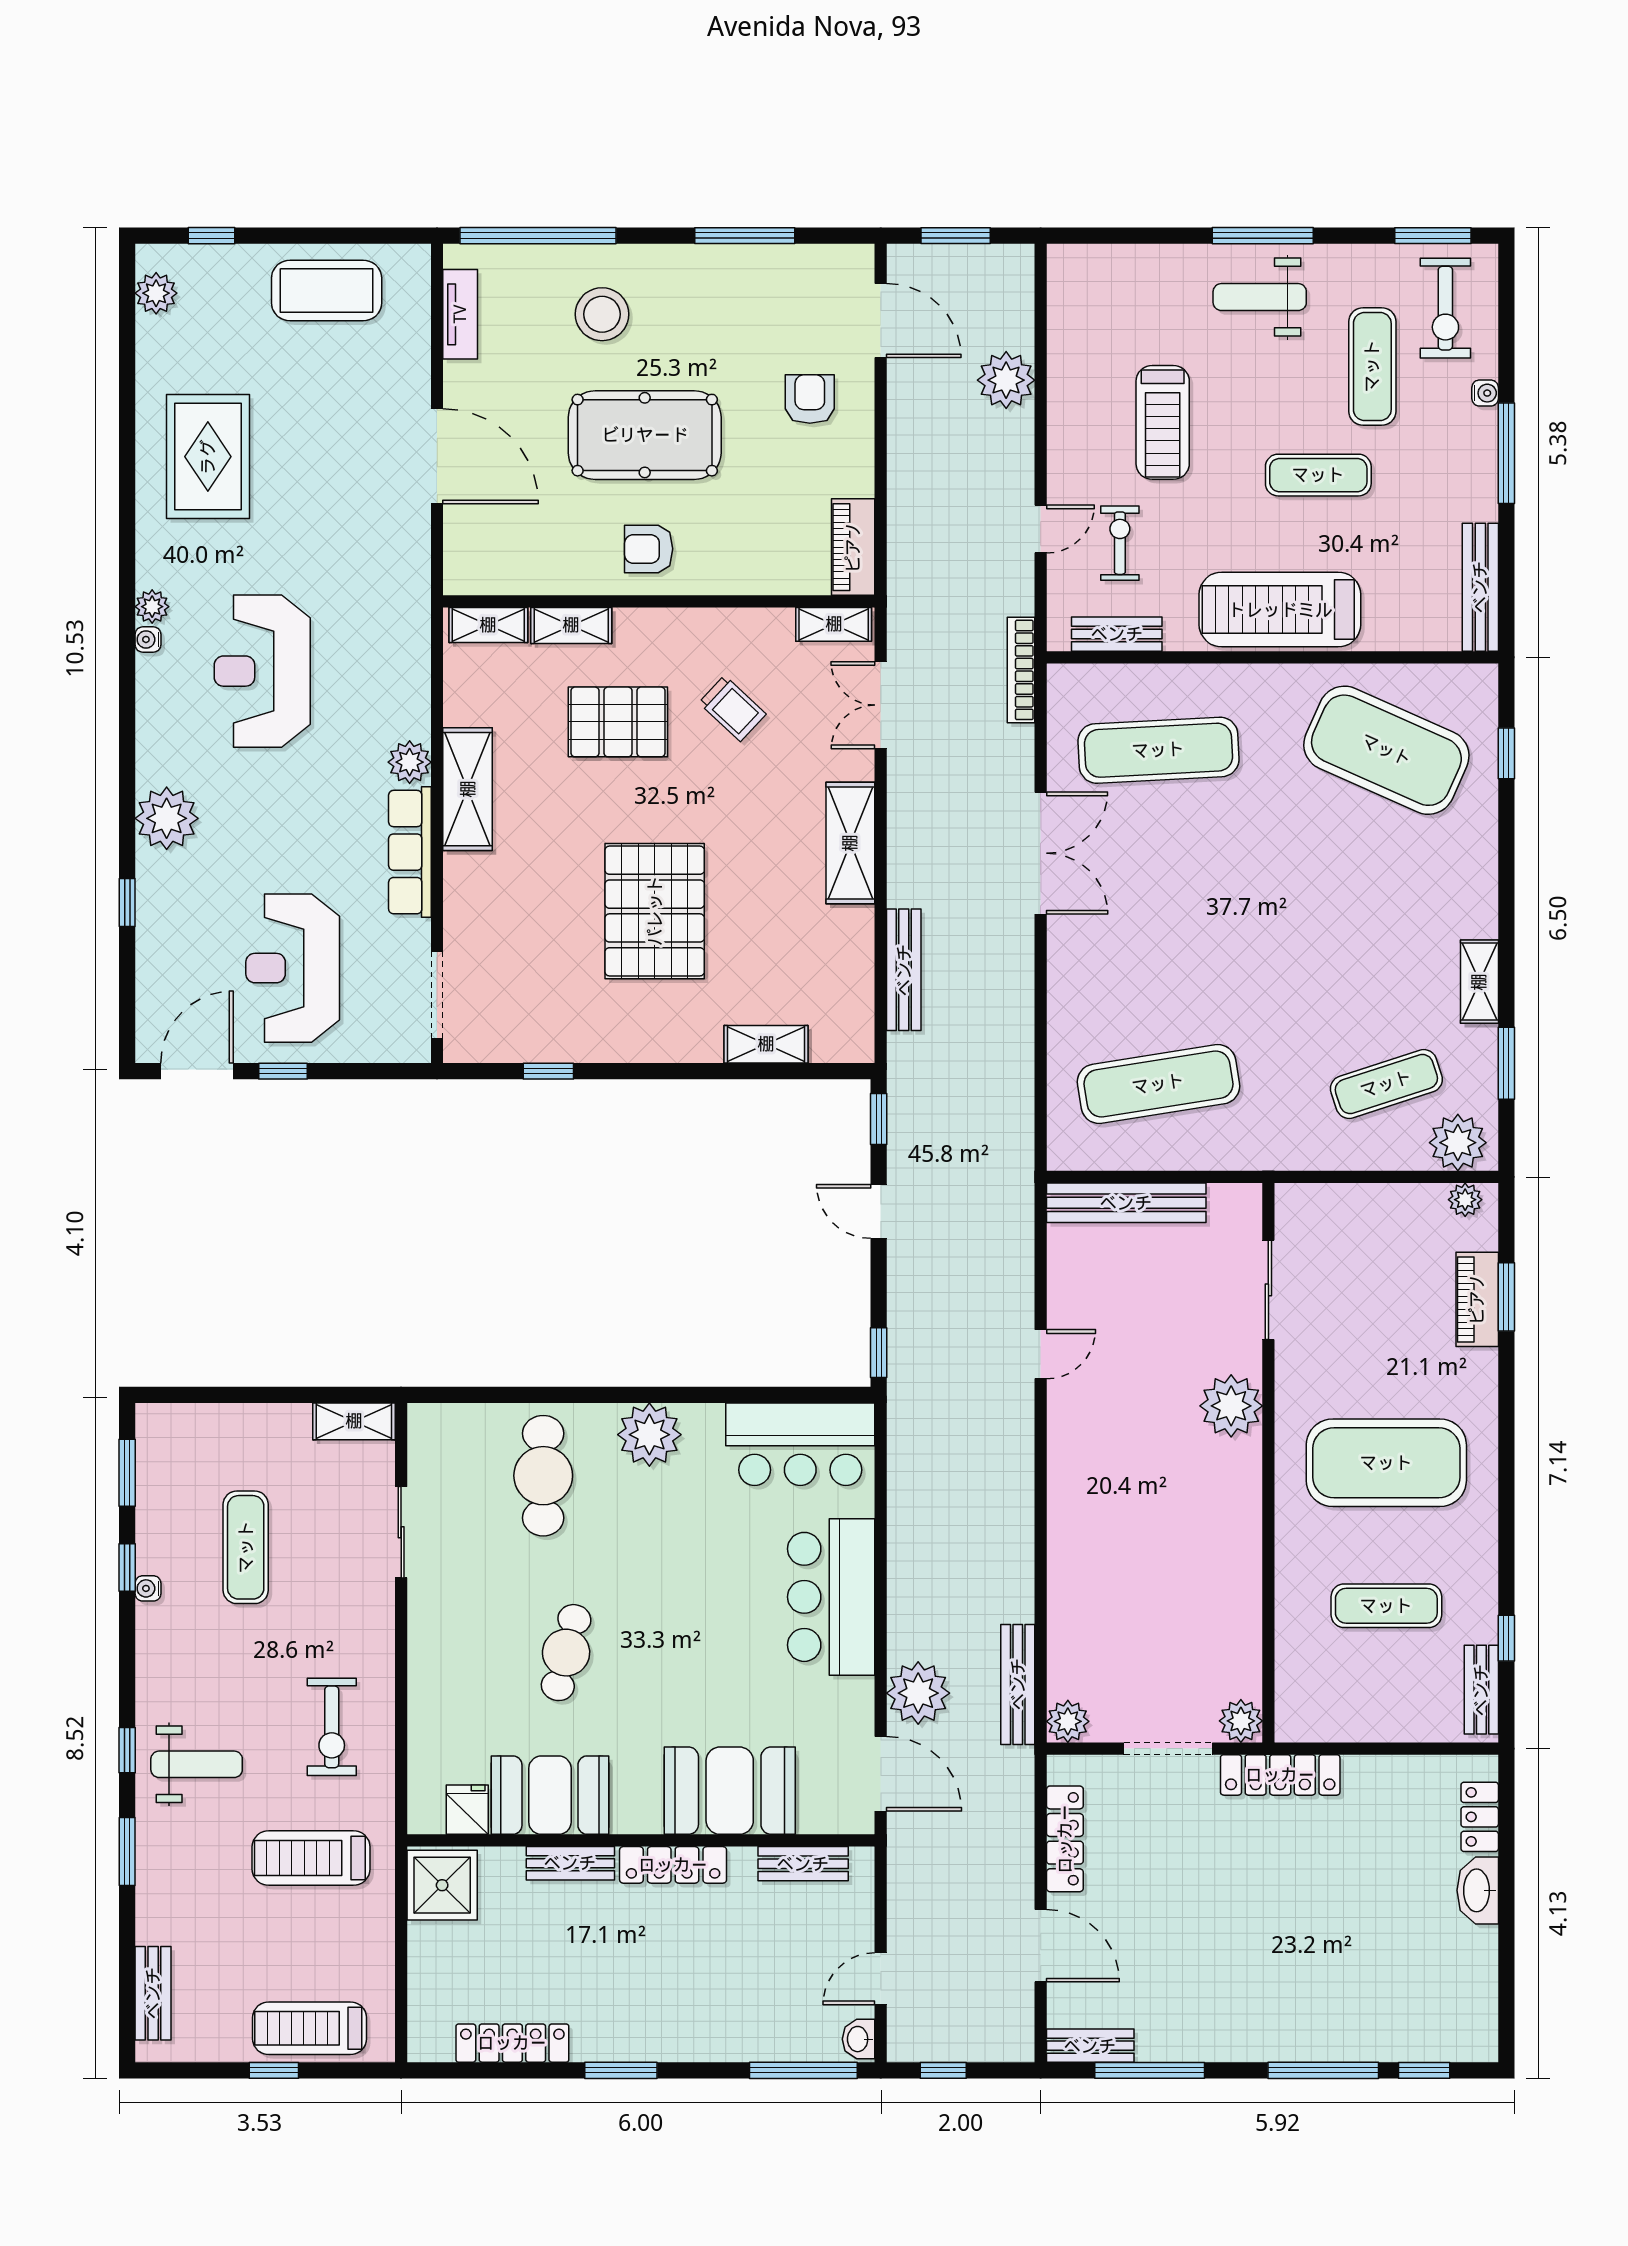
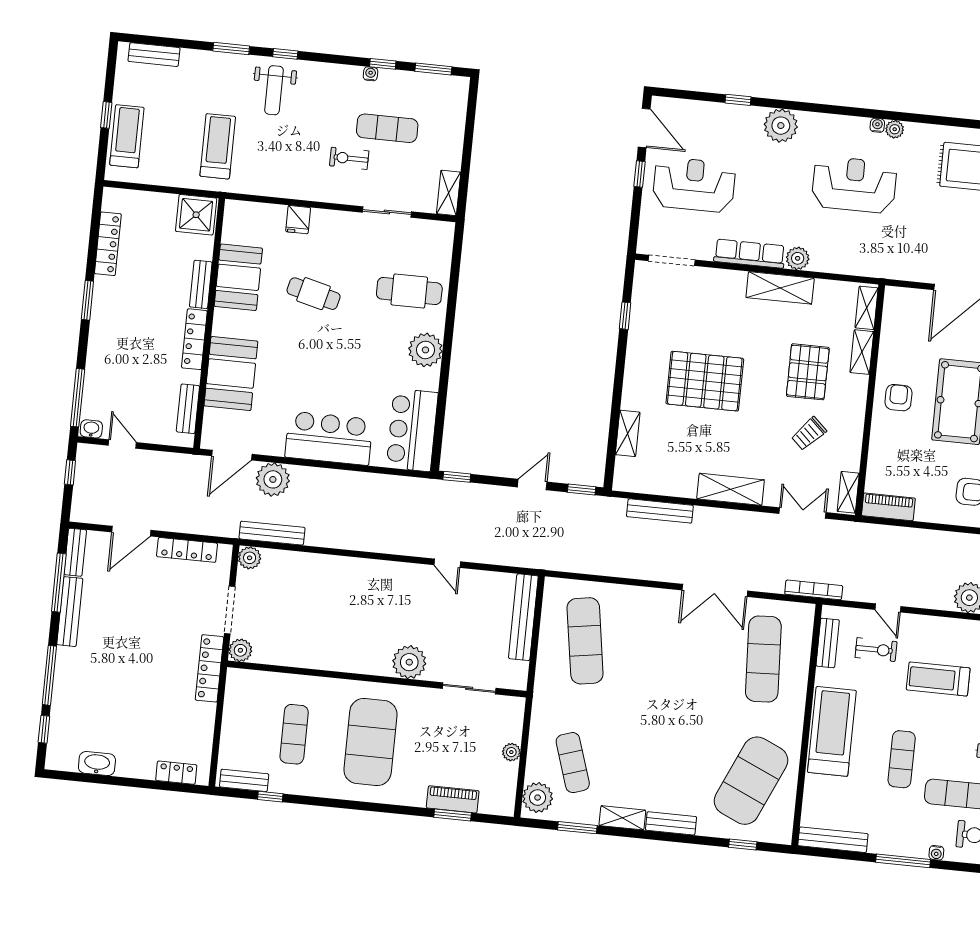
bench: (1481, 890) -> (671, 823), added
plant: (1465, 1200) -> (511, 752), moved
exercise bike: (332, 1727) -> (349, 158), moved, width x0.73, depth x0.72
fridge: (467, 1810) -> (298, 220), moved, turned 90
washbasin: (1478, 1890) -> (97, 764), moved
bench: (1201, 2044) -> (70, 612), added

